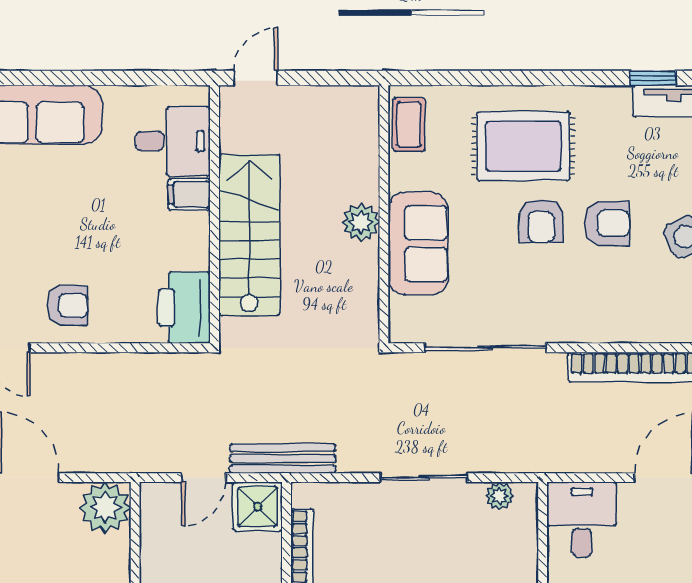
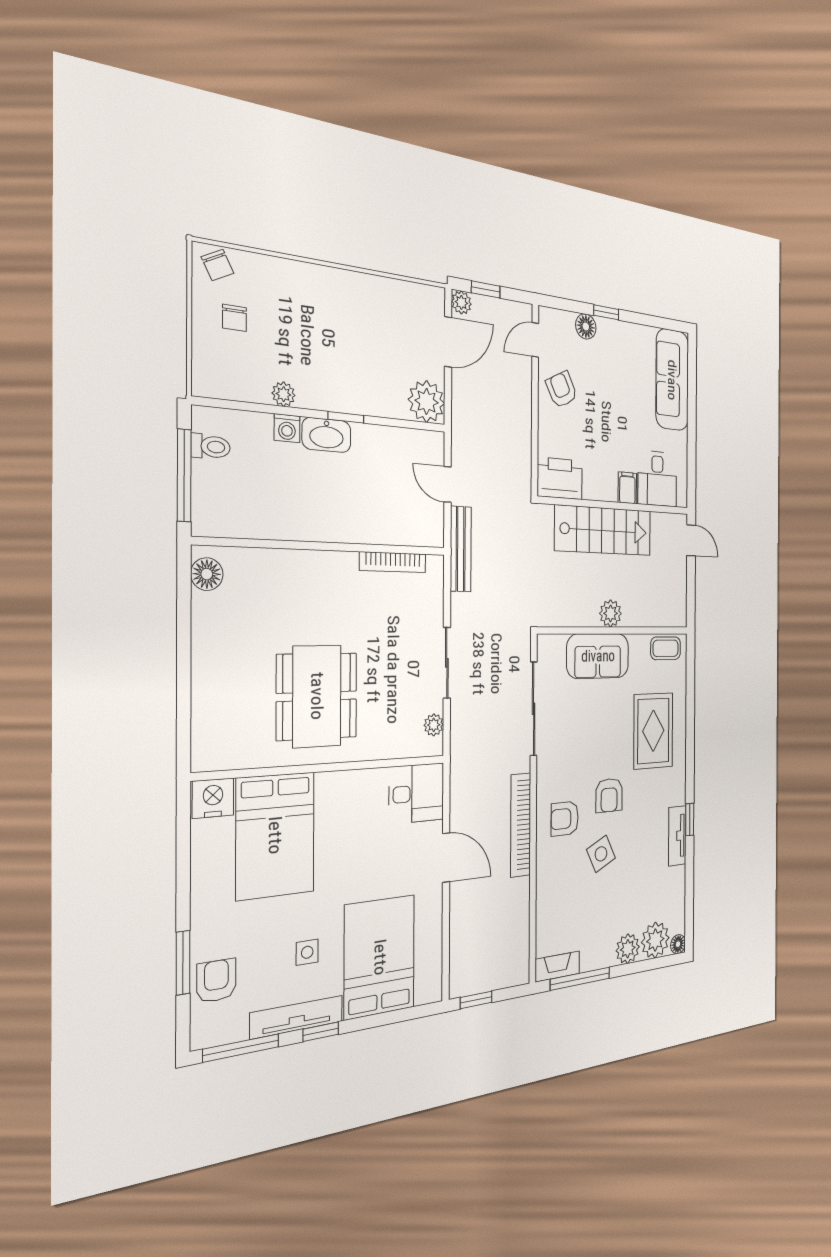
armchair: (541, 221) -> (565, 819), moved
armchair: (68, 305) -> (562, 390), turned 153
shower: (258, 507) -> (427, 527), removed

